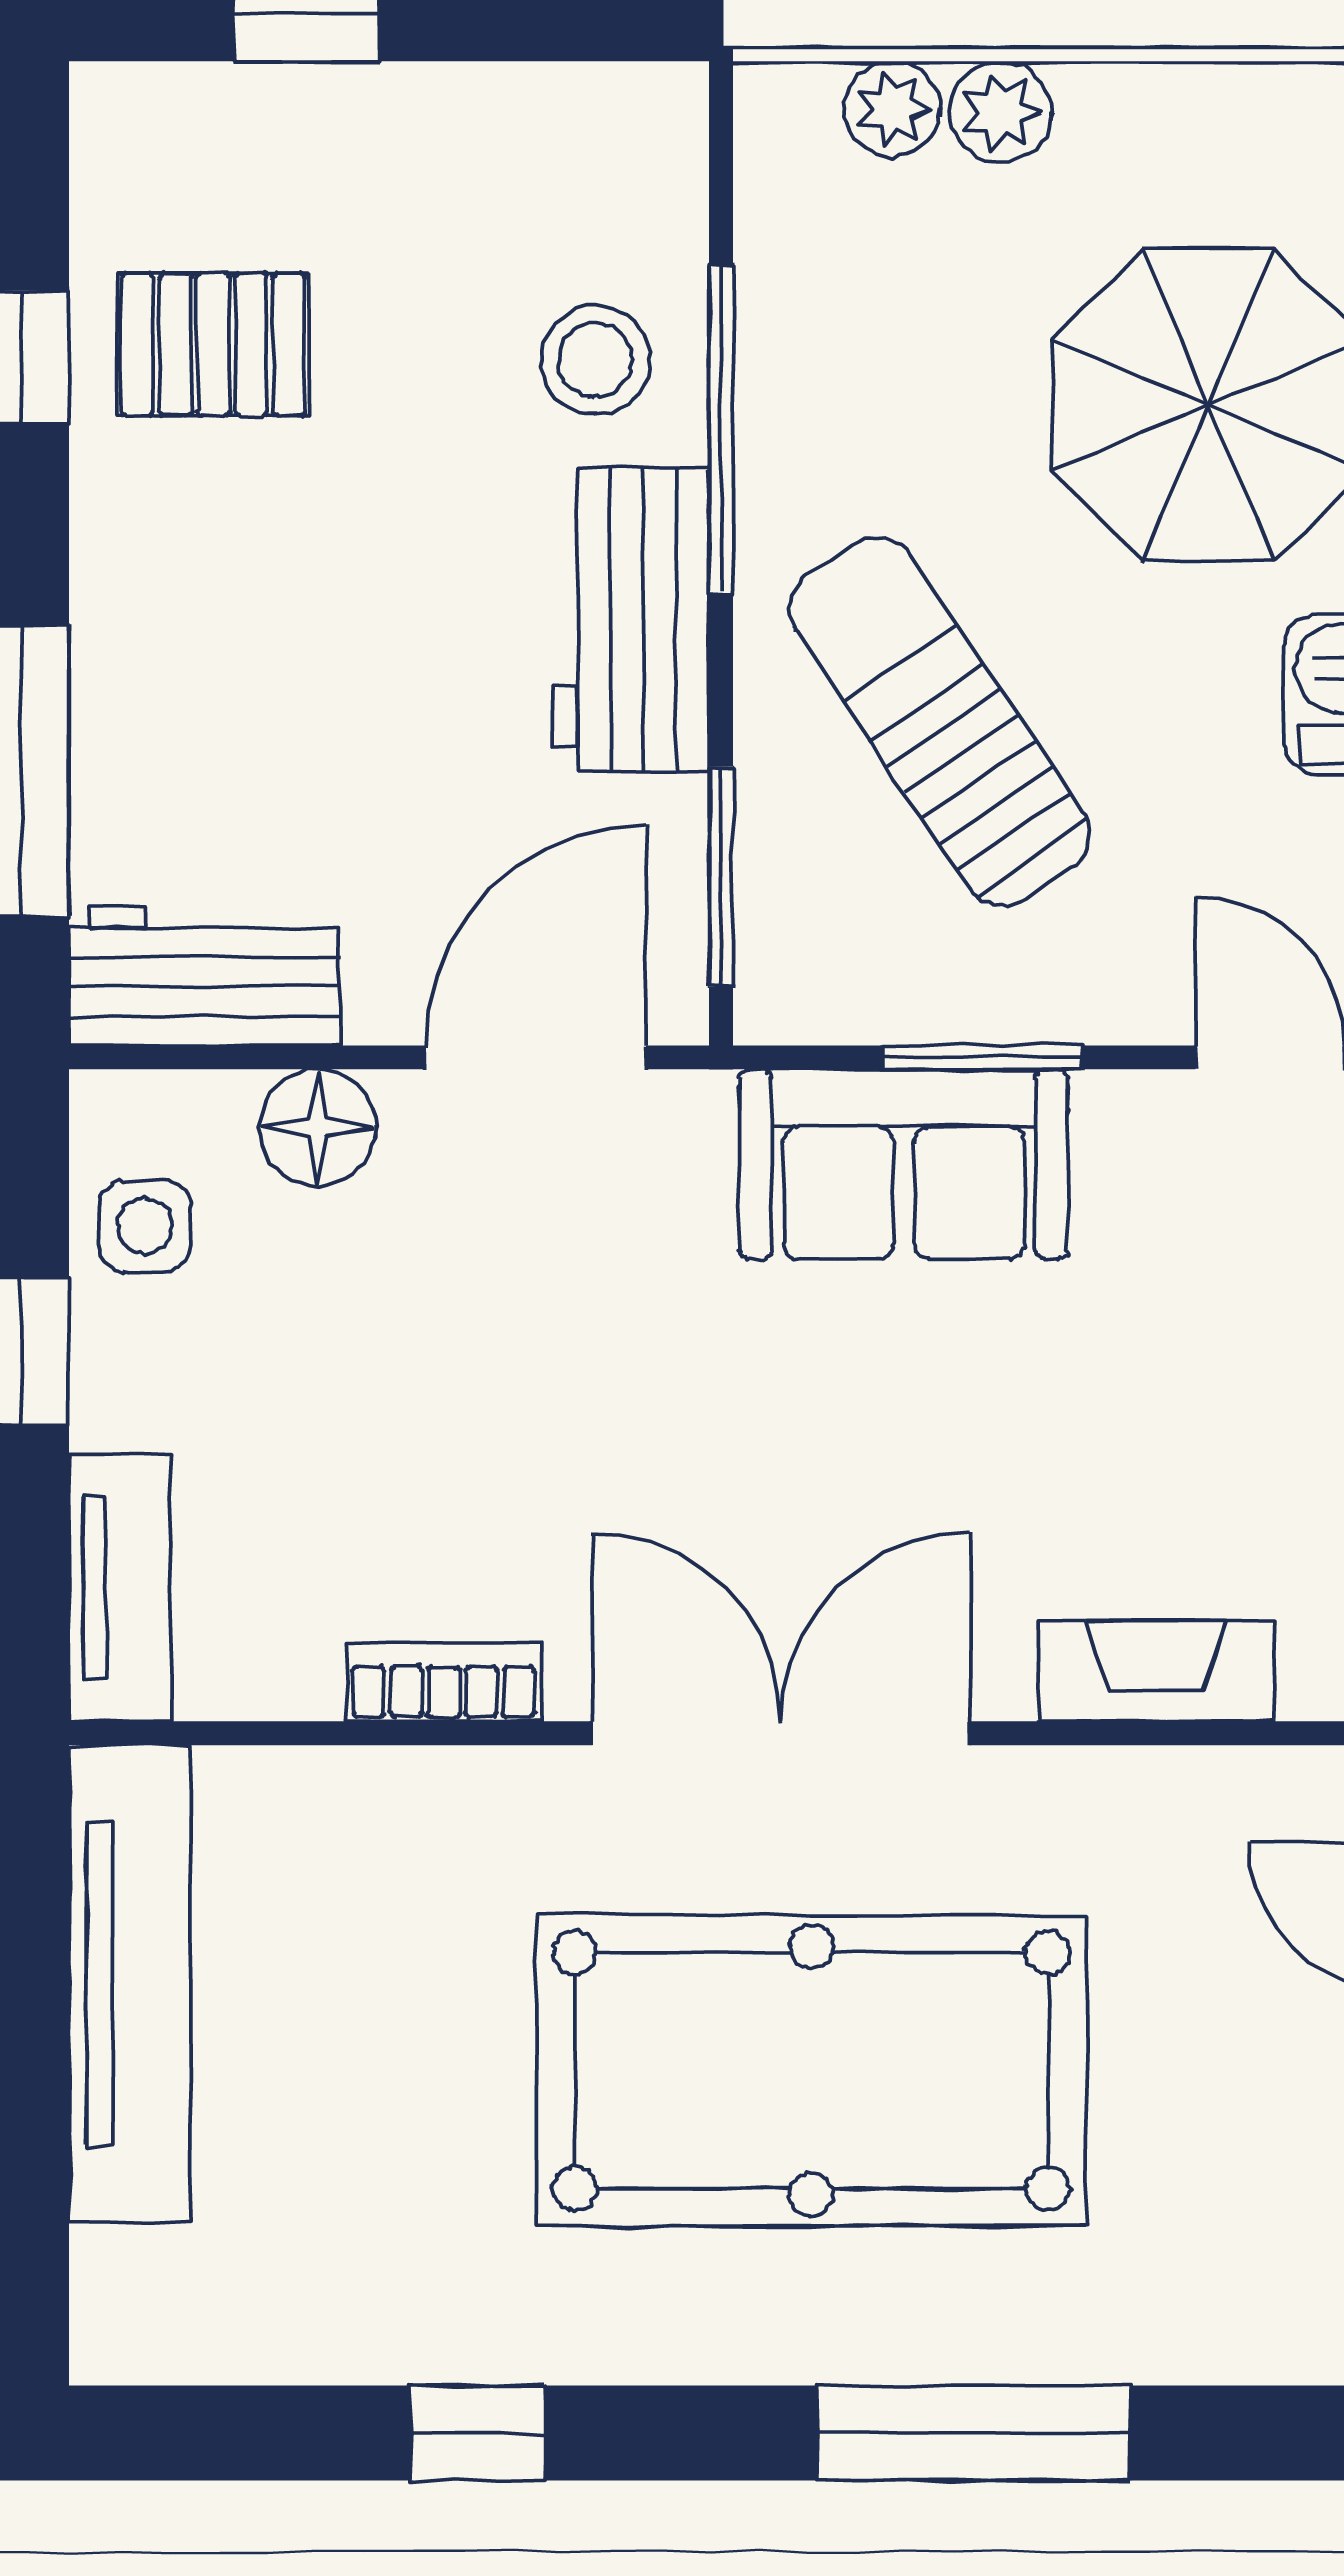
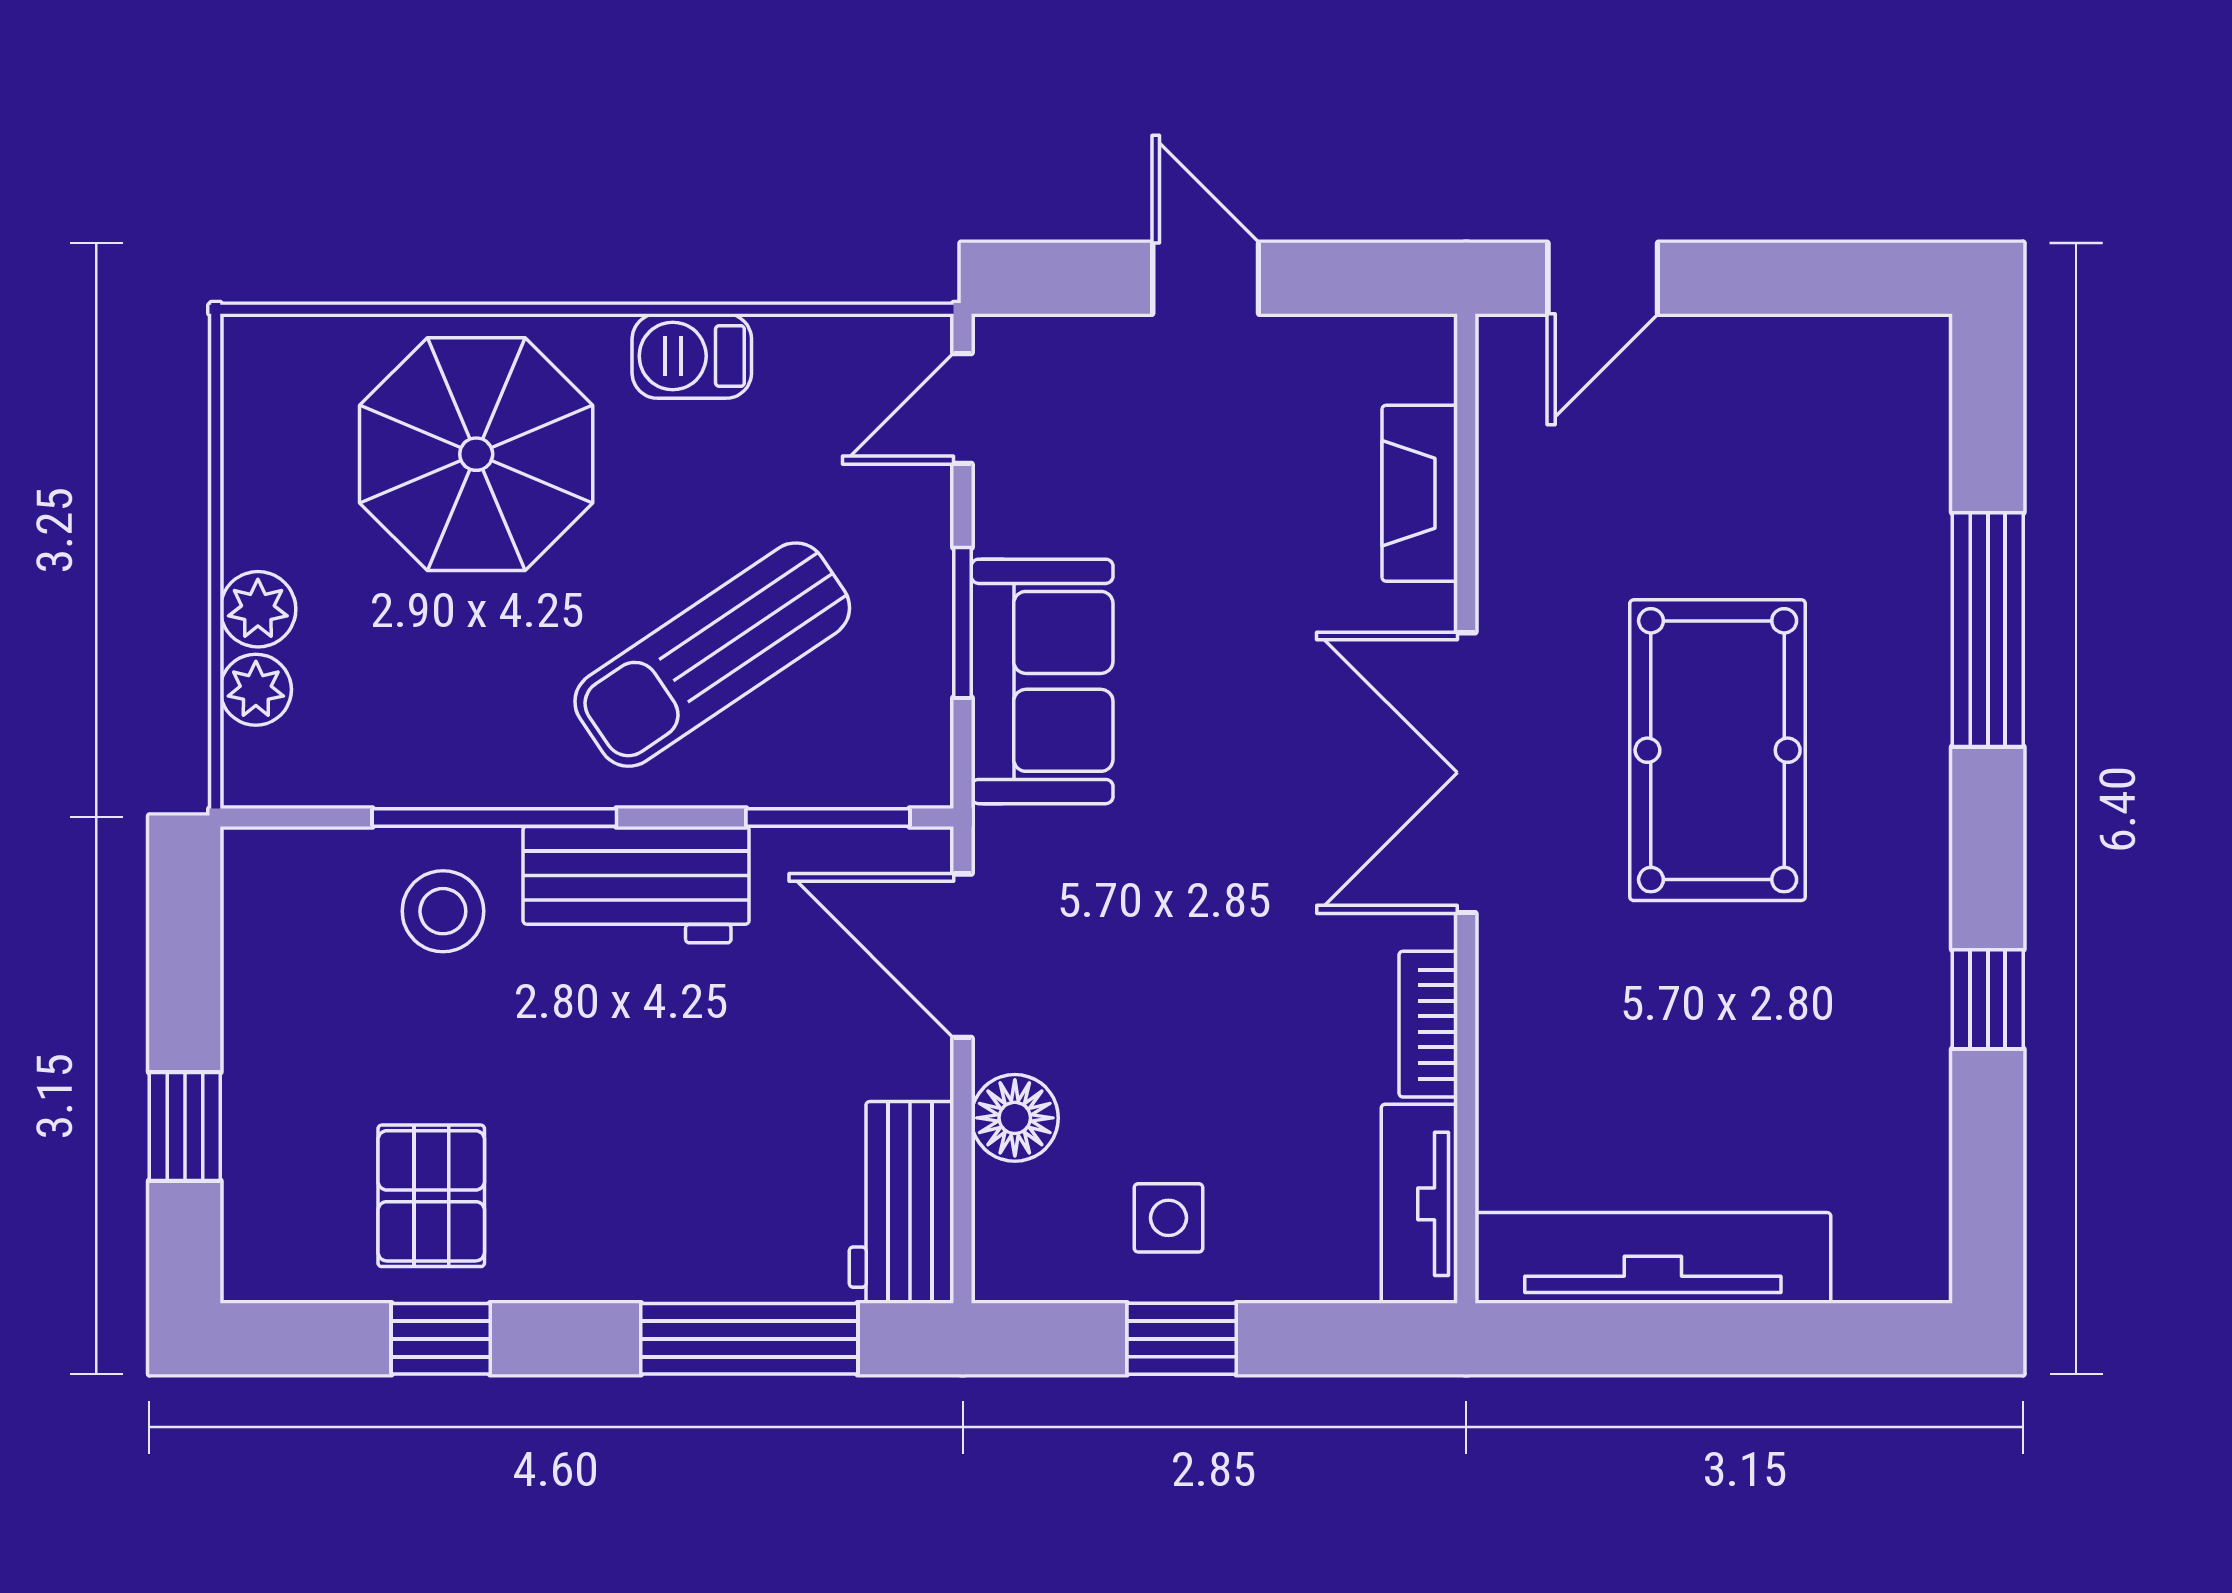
side table: (145, 1226) -> (1168, 1218), moved
tv unit: (120, 1588) -> (1419, 1204), moved, turned -90
pool table: (811, 2071) -> (1718, 750), width x0.73, depth x0.76

